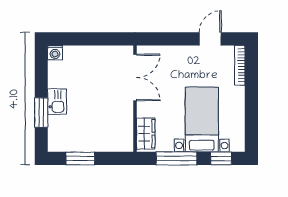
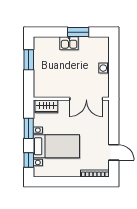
washing machine: (55, 53) -> (104, 68), moved
window: (41, 112) -> (78, 32), moved
window: (176, 158) -> (29, 128), width x0.69

